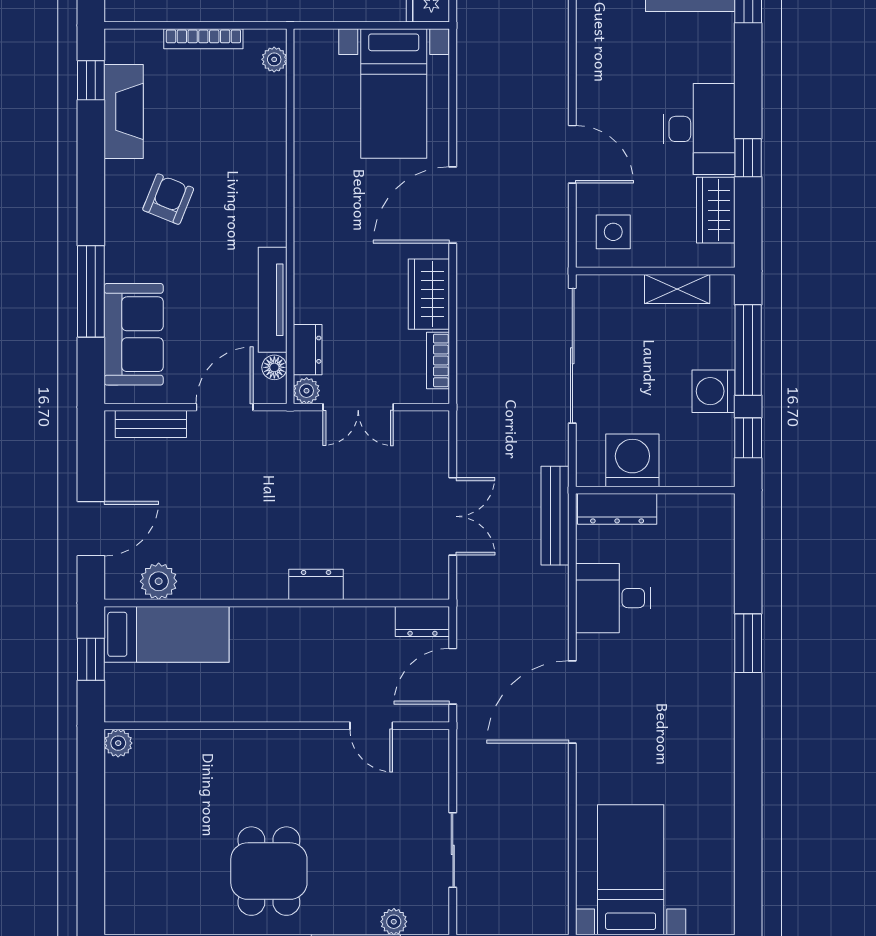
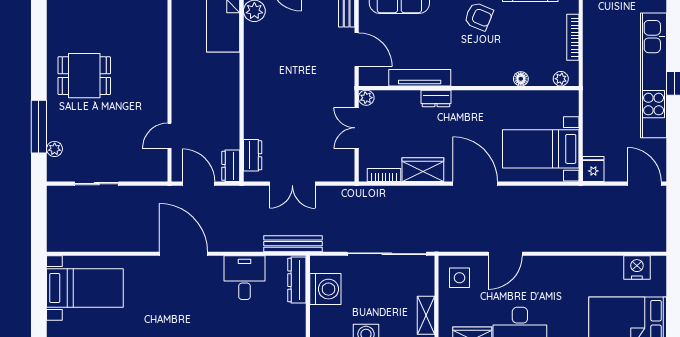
dresser: (308, 350) -> (436, 98), moved
floor lamp: (274, 367) -> (521, 79), moved
dresser: (316, 584) -> (253, 155), moved

